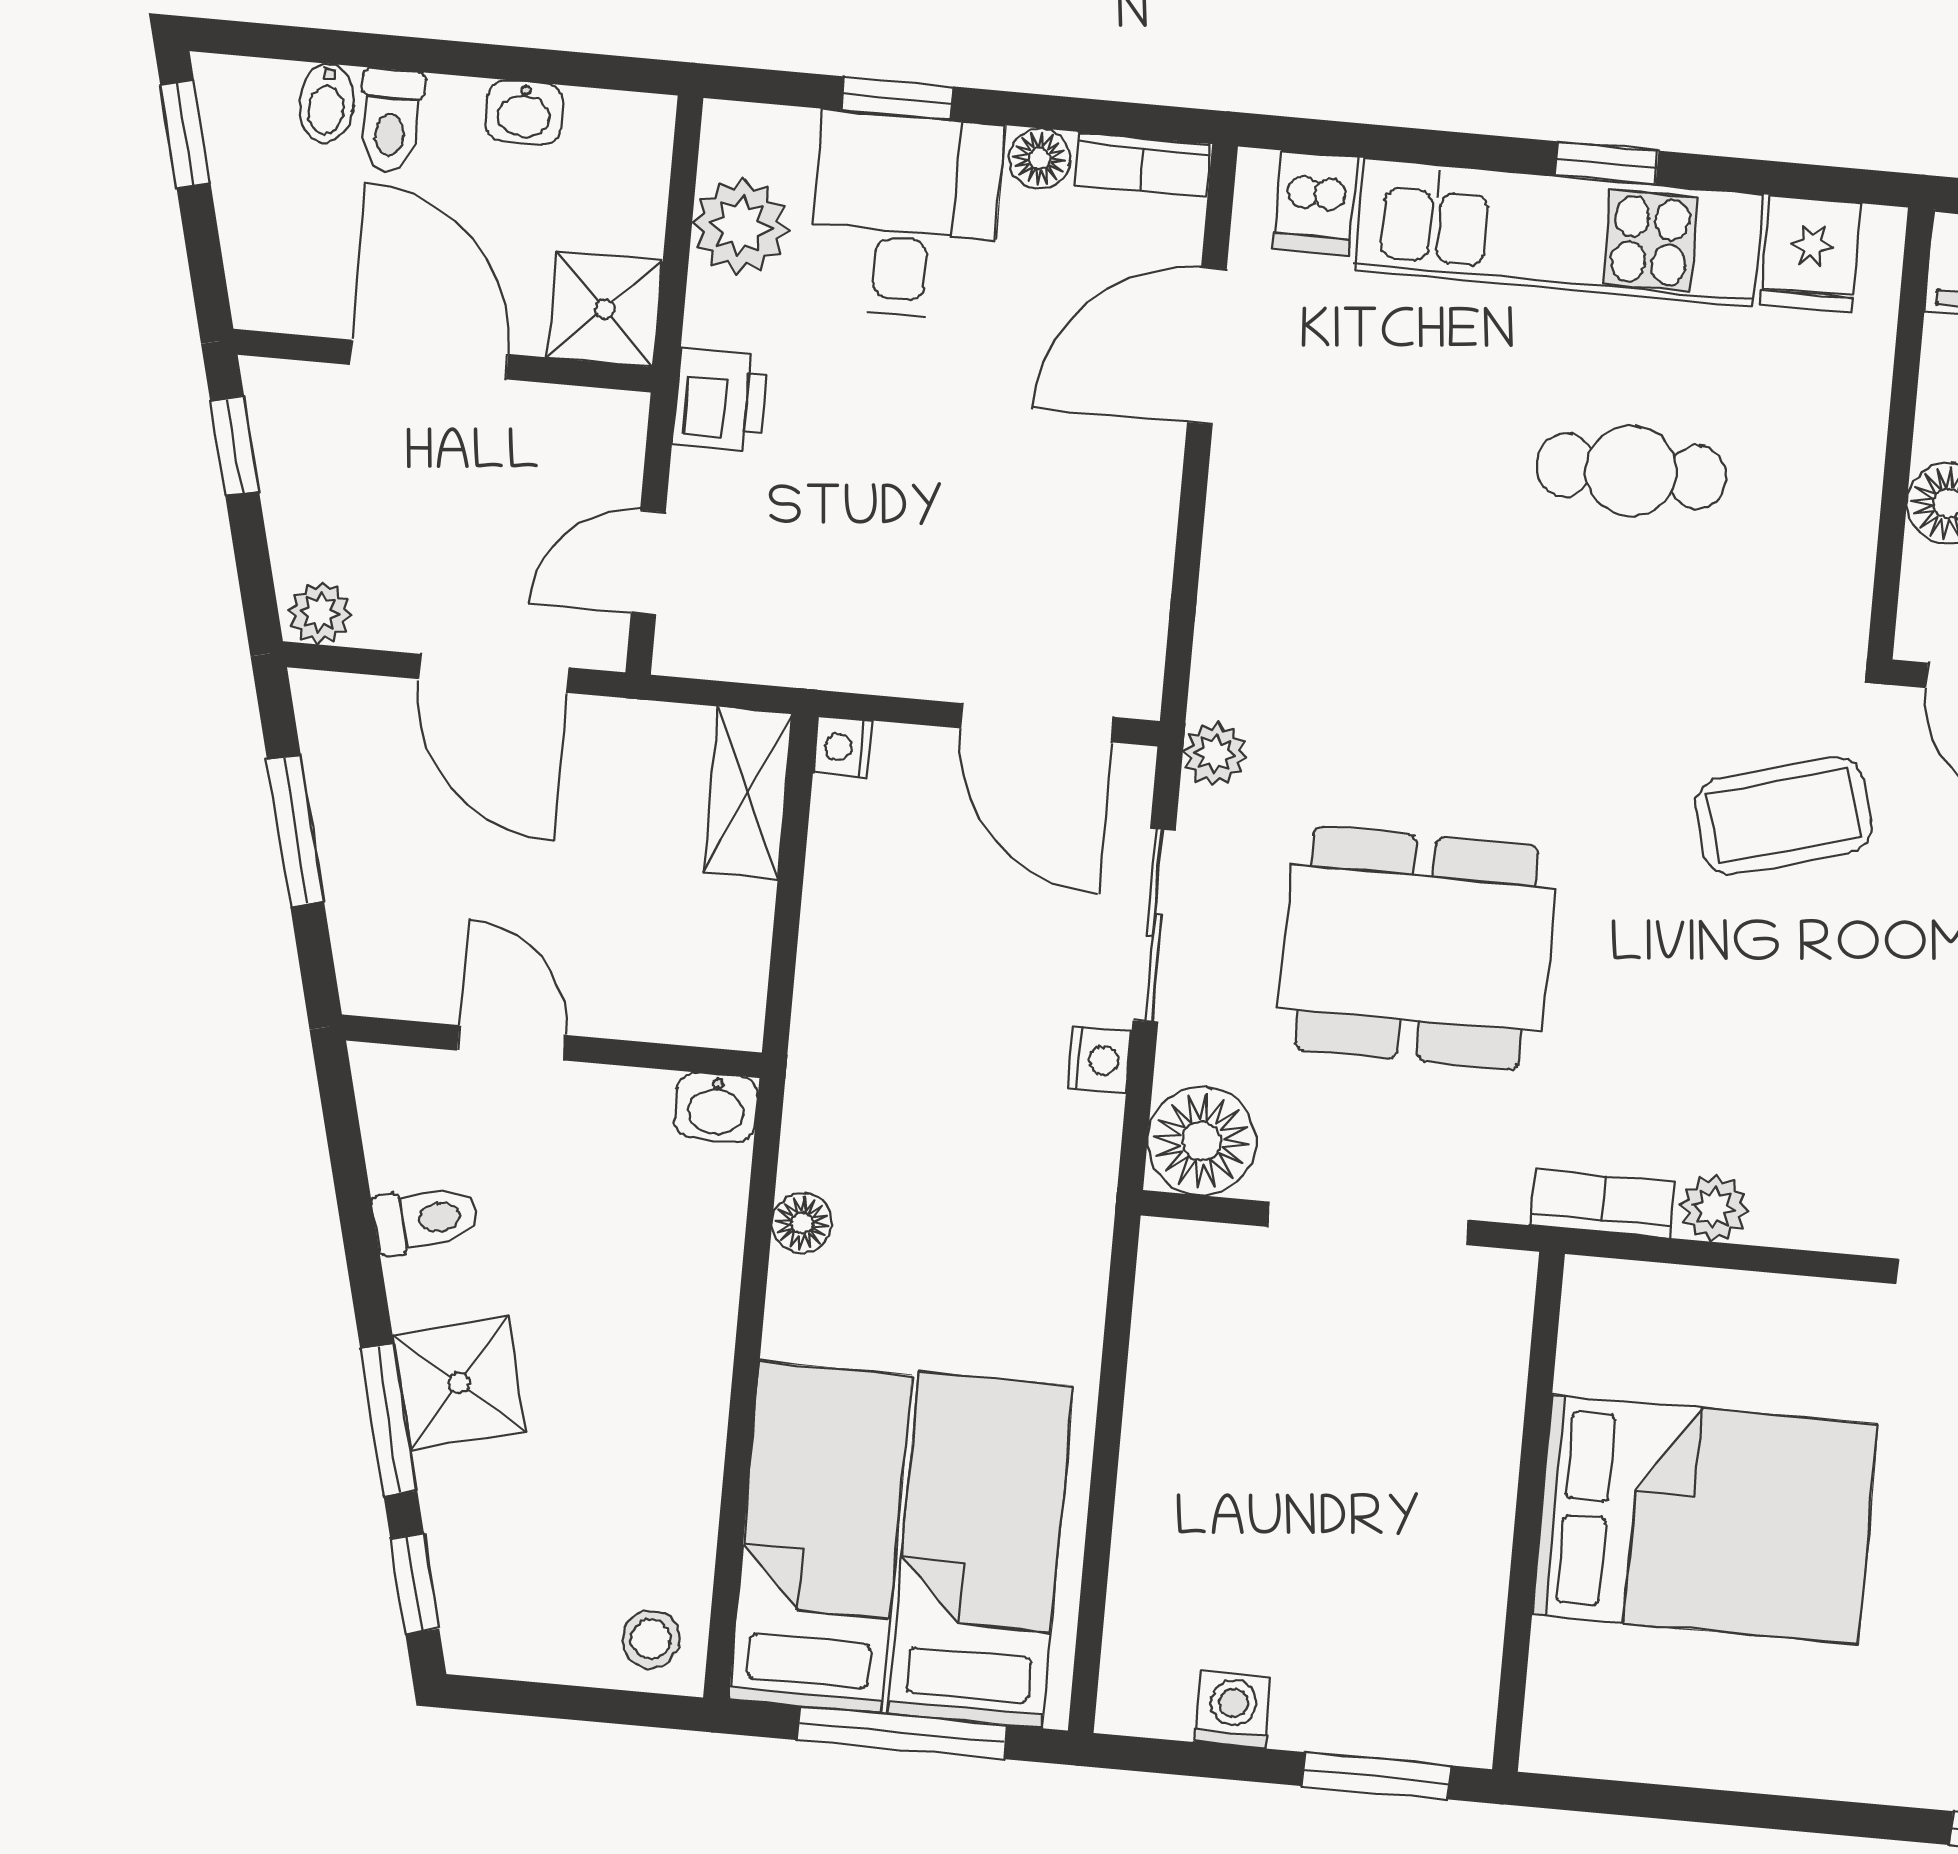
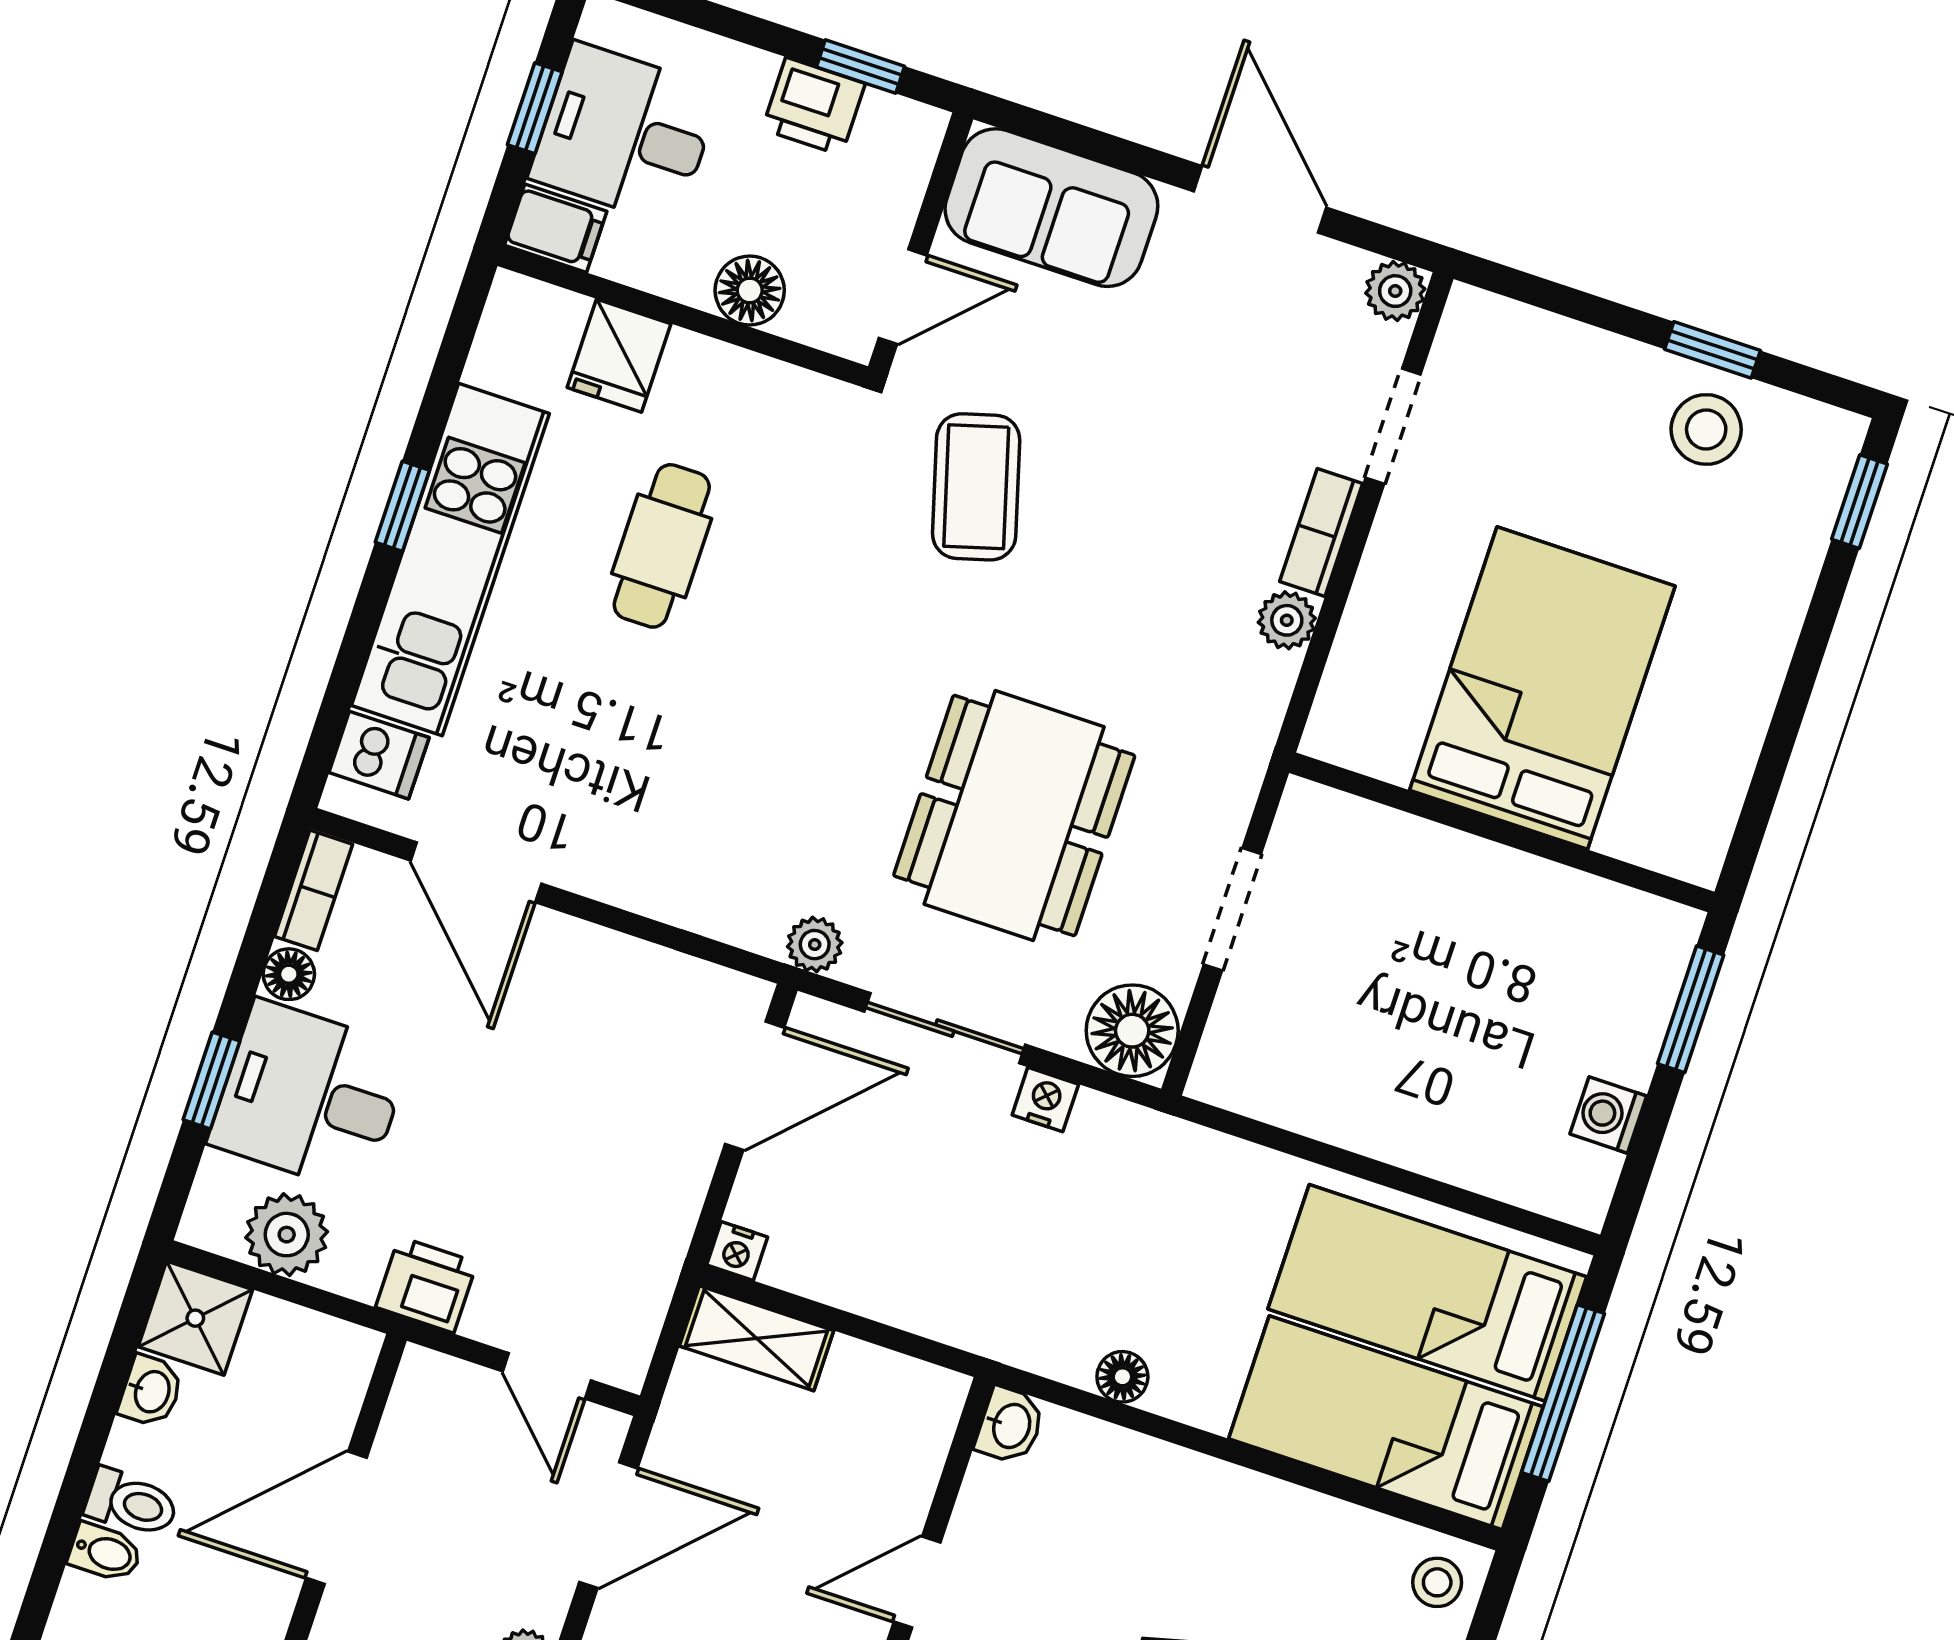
fridge: (1811, 254) -> (619, 356), moved, turned 90
shower: (605, 309) -> (195, 1318), moved
bookcase: (1603, 1204) -> (1321, 533), moved
doorway: (1368, 1223) -> (1232, 909), width x0.73

